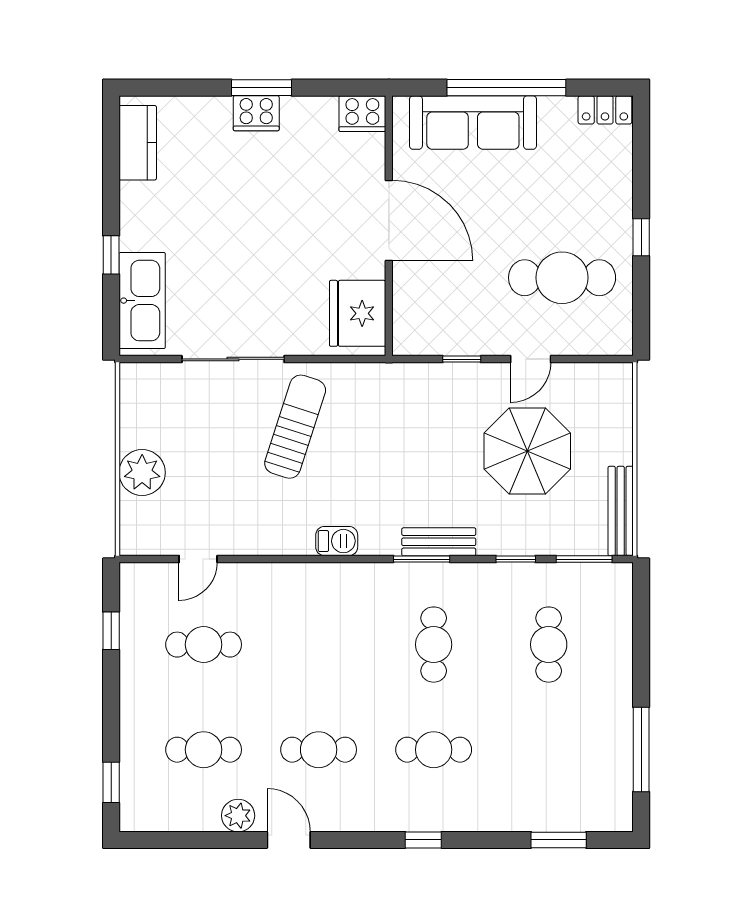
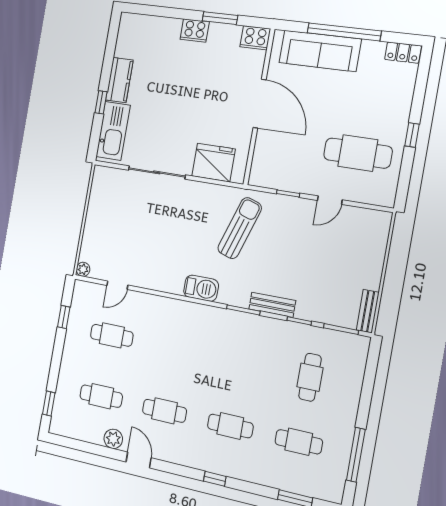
window: (262, 88) -> (220, 18), moved
kitchen counter: (138, 143) -> (119, 80), moved
fridge: (358, 313) -> (214, 163), moved, turned 90
sun lounger: (295, 427) -> (240, 228), moved
parasol: (527, 451) -> (318, 256), removed
plant: (142, 472) -> (83, 269), moved, width x0.53, depth x0.53
bench: (621, 511) -> (368, 311), width x0.73
barbecue: (337, 541) -> (201, 288), width x1.38, depth x1.27
bench: (439, 542) -> (272, 305), moved
cafe table: (434, 645) -> (299, 442), moved, turned 90

